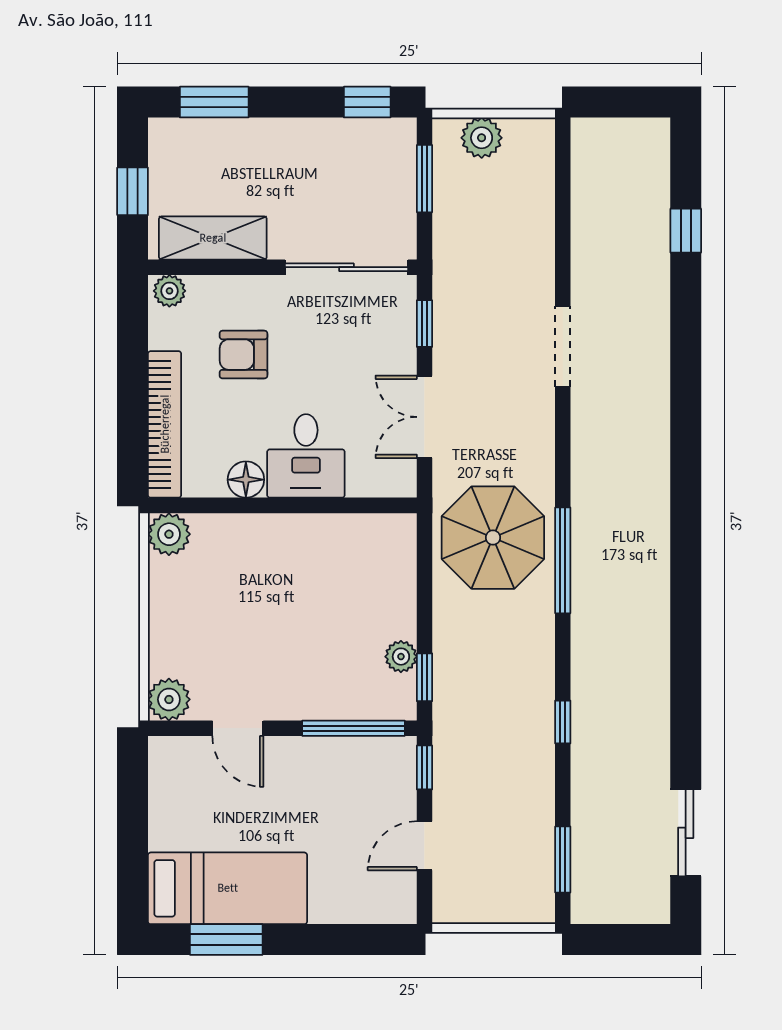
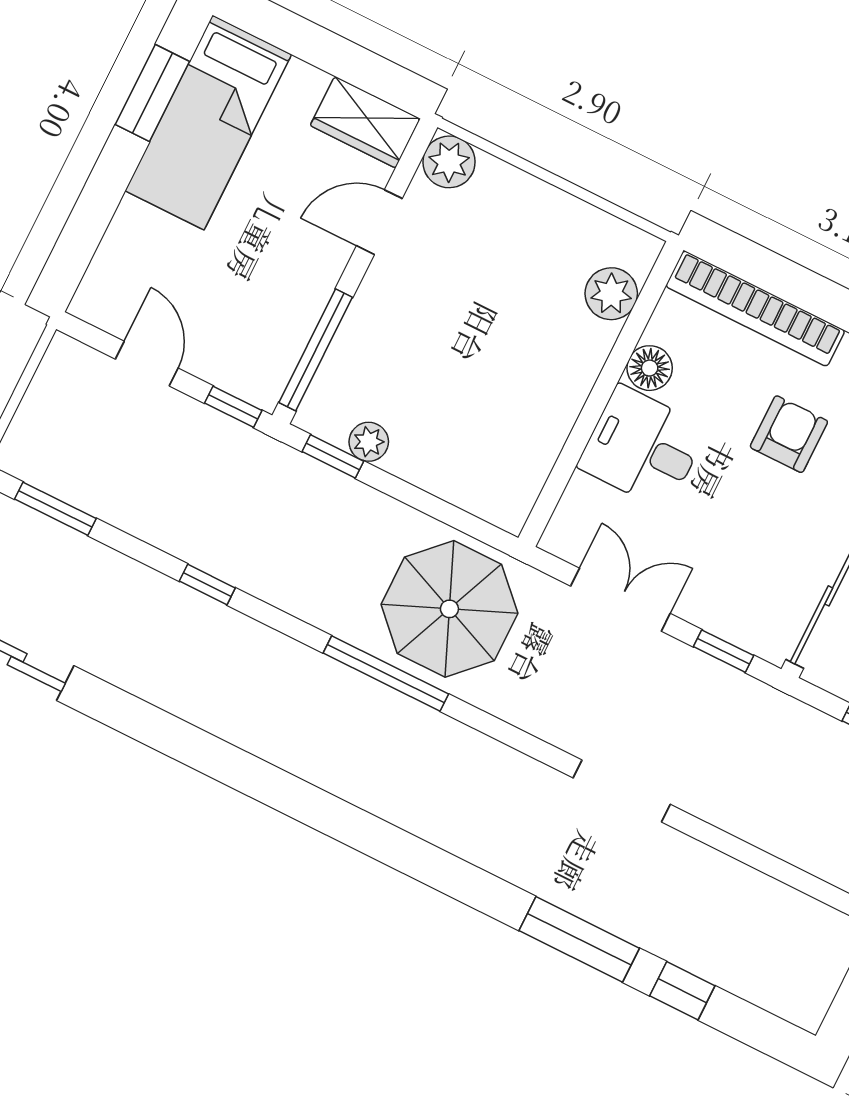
window: (686, 324) -> (579, 939), added
plant: (169, 534) -> (611, 294), moved
wardrobe: (170, 775) -> (365, 122), added

